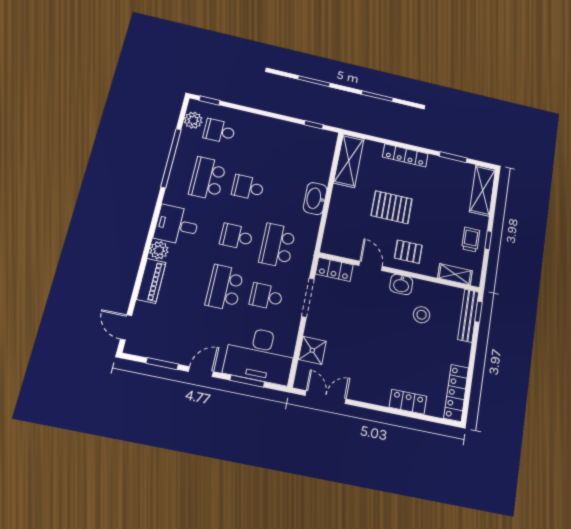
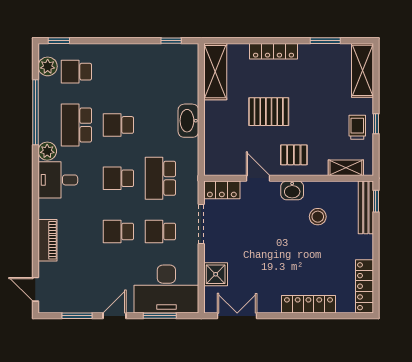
plant: (159, 250) -> (47, 151), moved
school desk: (225, 287) -> (118, 232), width x0.54
locker: (408, 402) -> (308, 304), width x1.53

